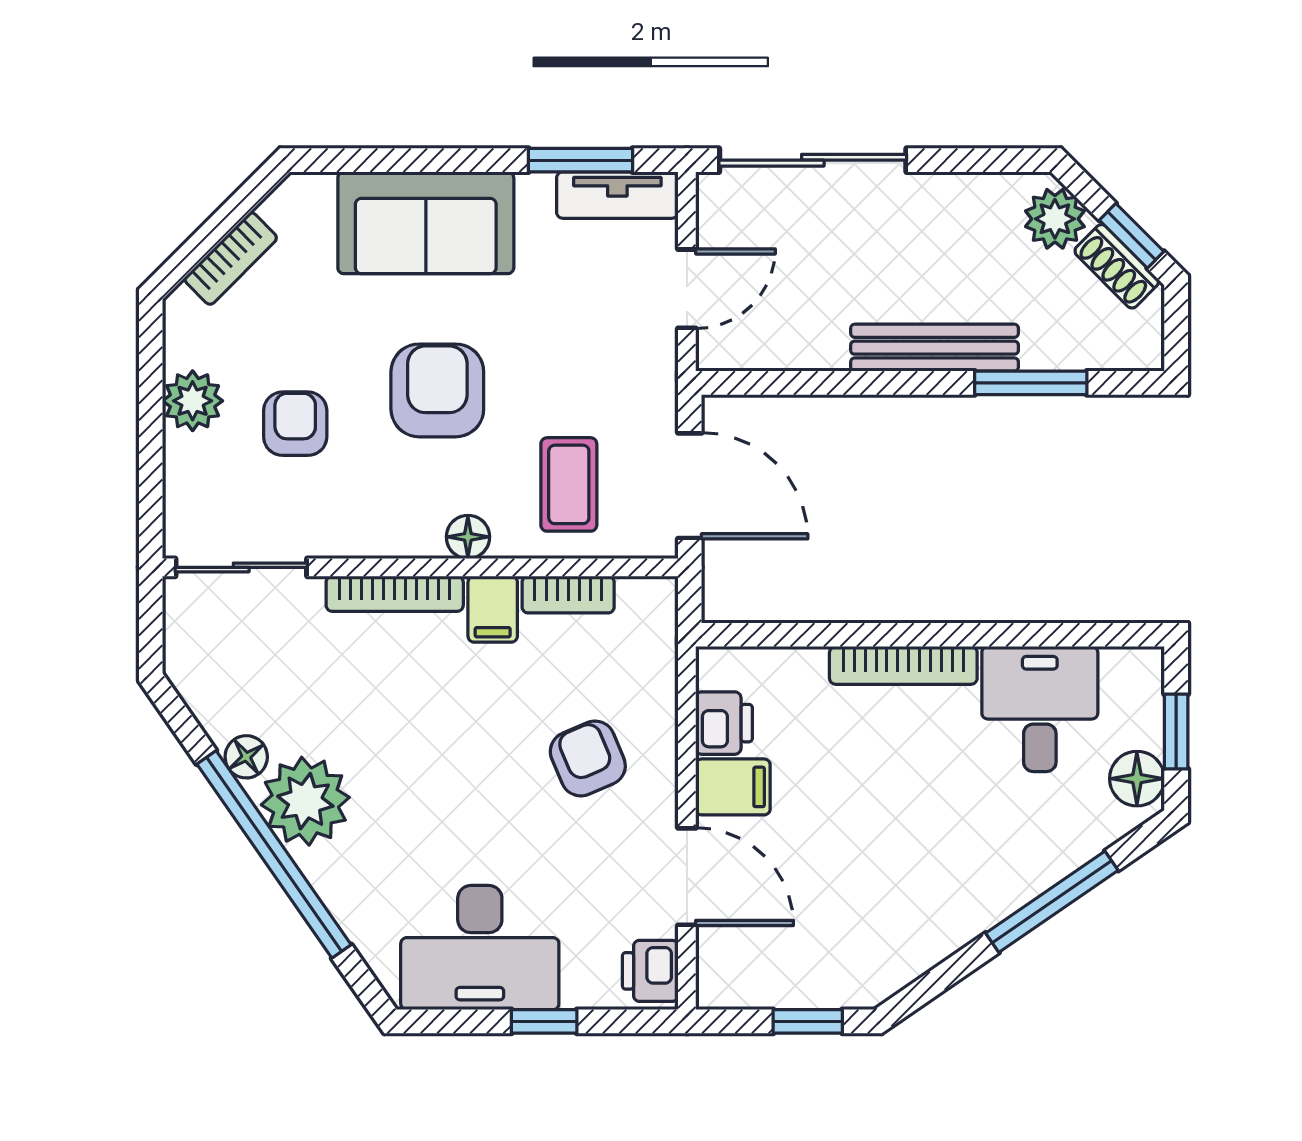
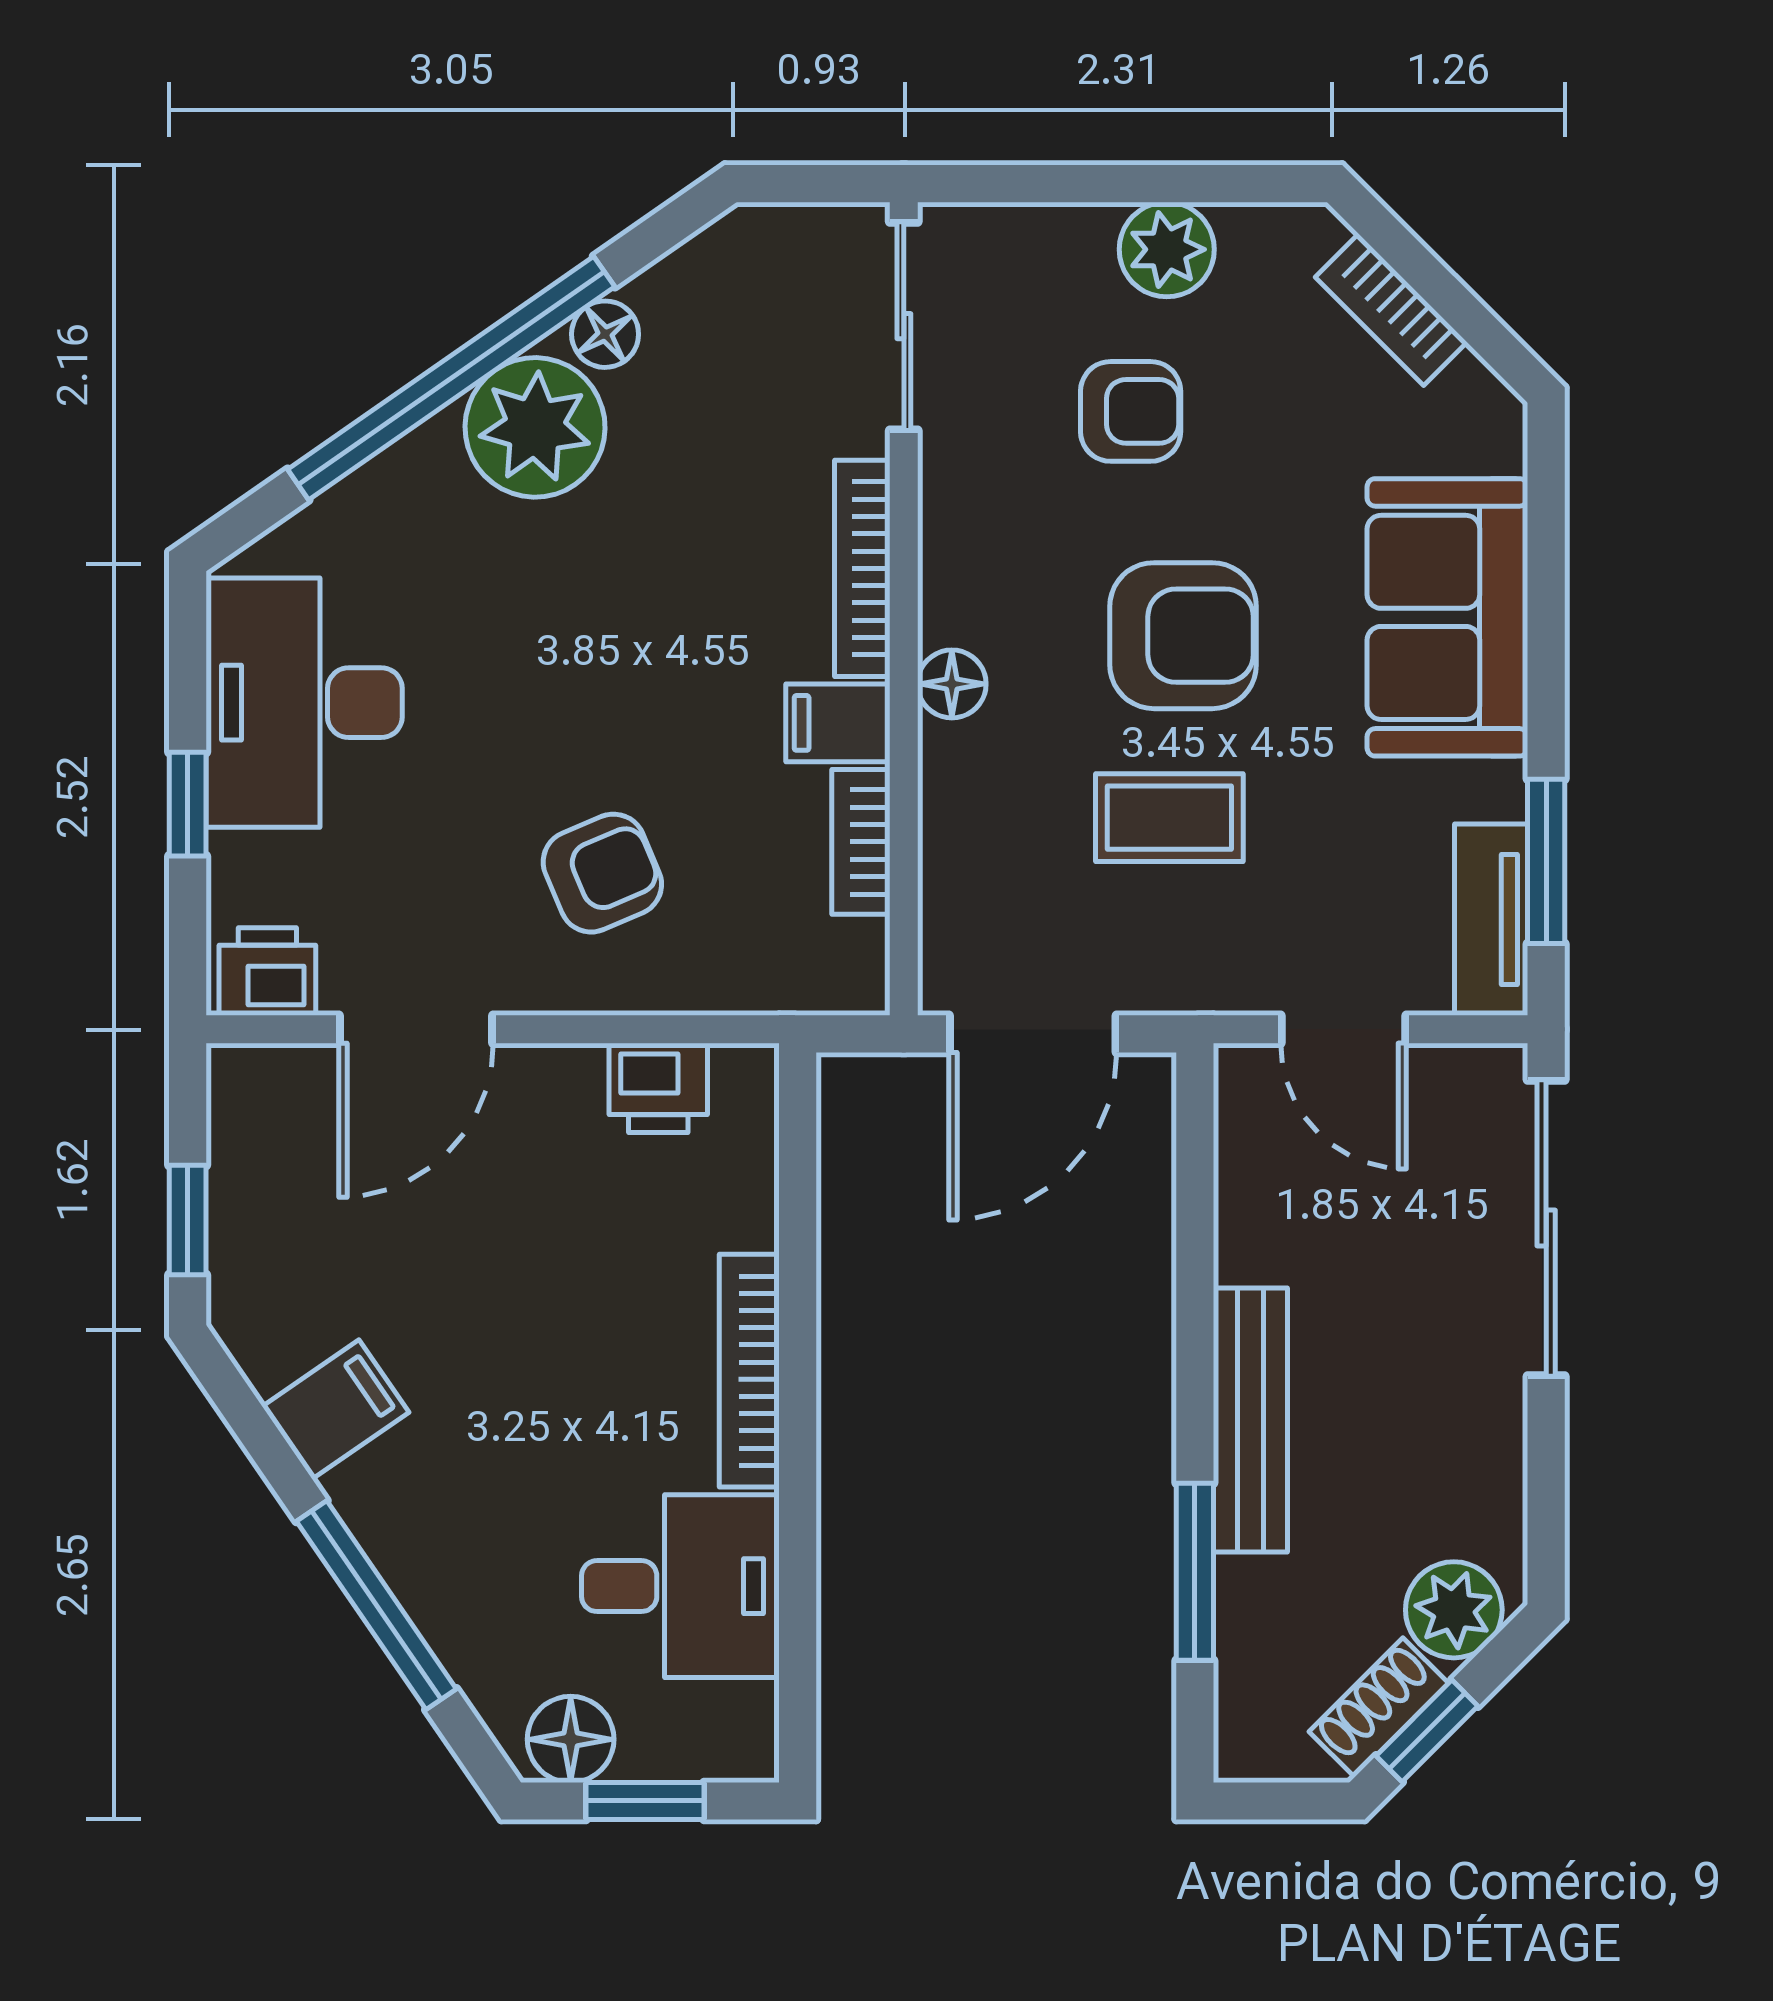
coffee table: (569, 484) -> (1169, 818), moved
filing cabinet: (733, 787) -> (336, 1409), moved, turned -125

